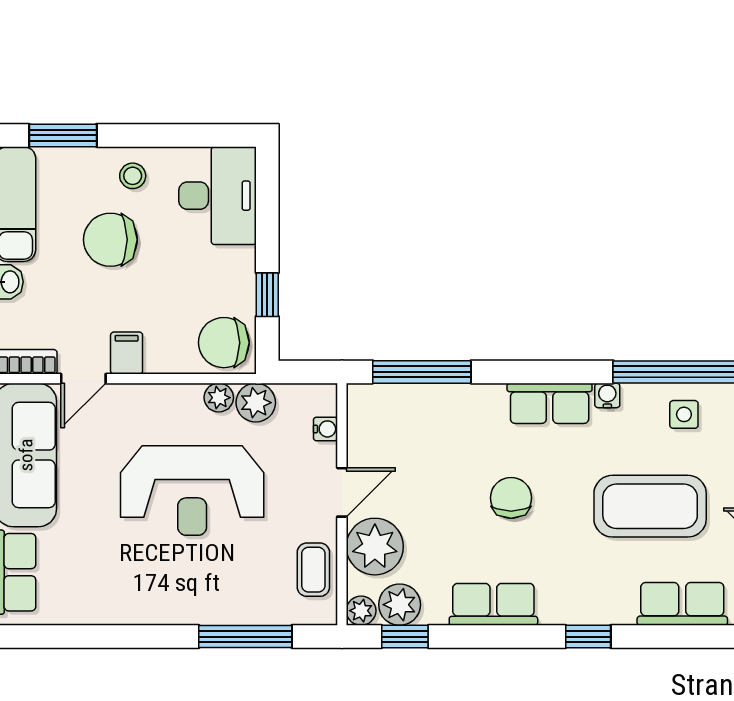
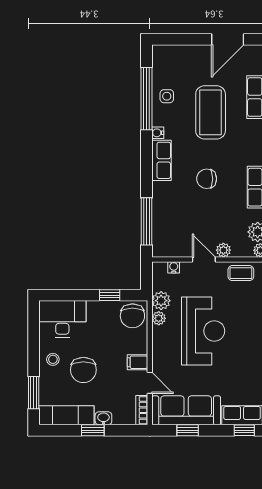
plant: (375, 547) -> (223, 250), width x0.53, depth x0.53

